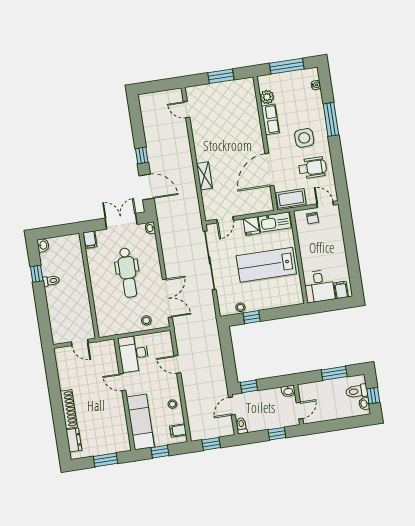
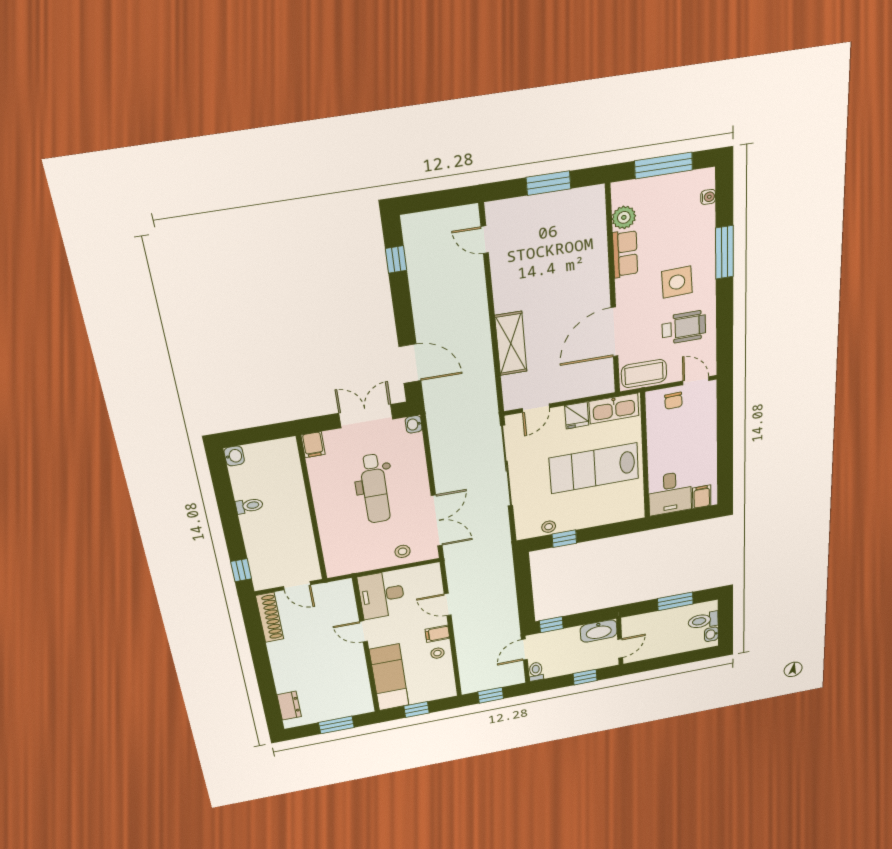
window: (142, 155) -> (396, 259), moved
shelving: (204, 176) -> (511, 344), width x1.50, depth x1.33
window: (37, 274) -> (241, 570), moved
washbasin: (288, 391) -> (599, 631), width x1.91, depth x1.45
window: (373, 396) -> (725, 624), removed
shoe rack: (69, 409) -> (270, 617), moved
filing cabinet: (178, 430) -> (437, 634), moved

